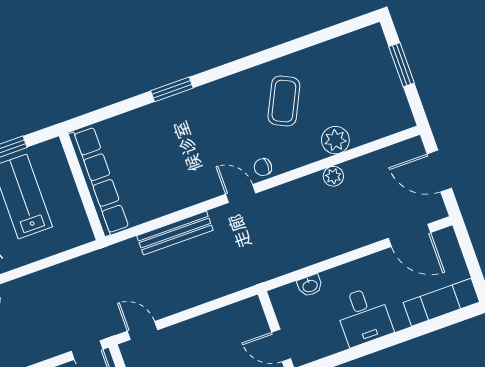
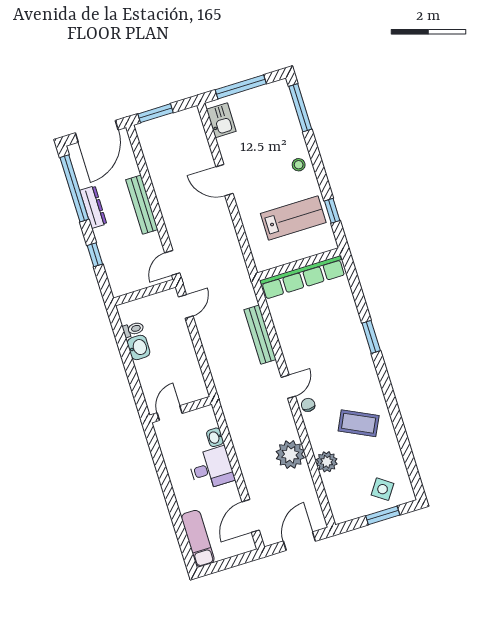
side table: (368, 67) -> (383, 489), added
plant: (333, 176) -> (290, 455), width x1.87, depth x1.87
desk: (364, 316) -> (211, 468), moved, turned 180

